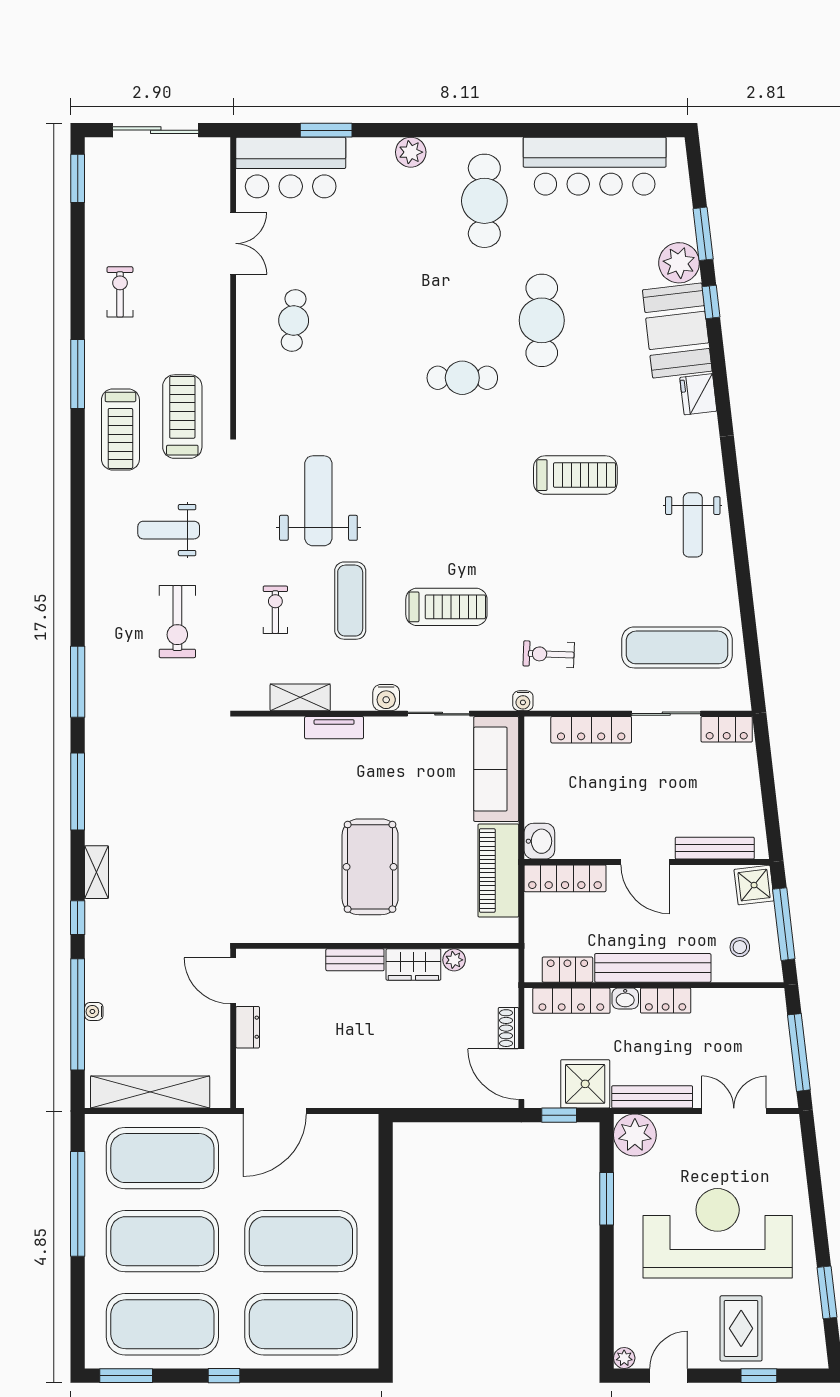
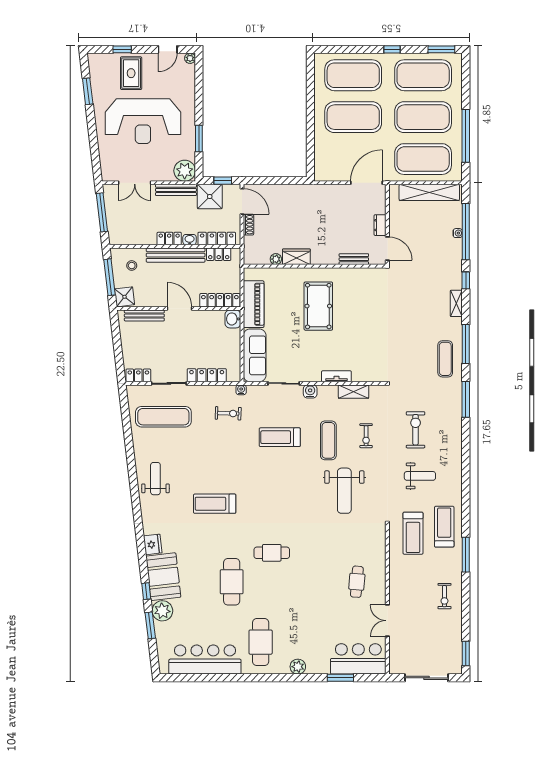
exercise mat: (118, 762) -> (445, 359), added
bench: (355, 960) -> (354, 259), moved

